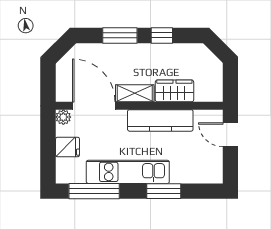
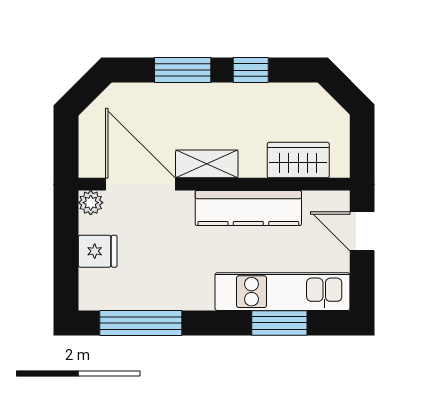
wardrobe: (174, 91) -> (298, 160), moved
kitchen unit: (128, 172) -> (282, 292), moved
window: (164, 191) -> (279, 323), moved

